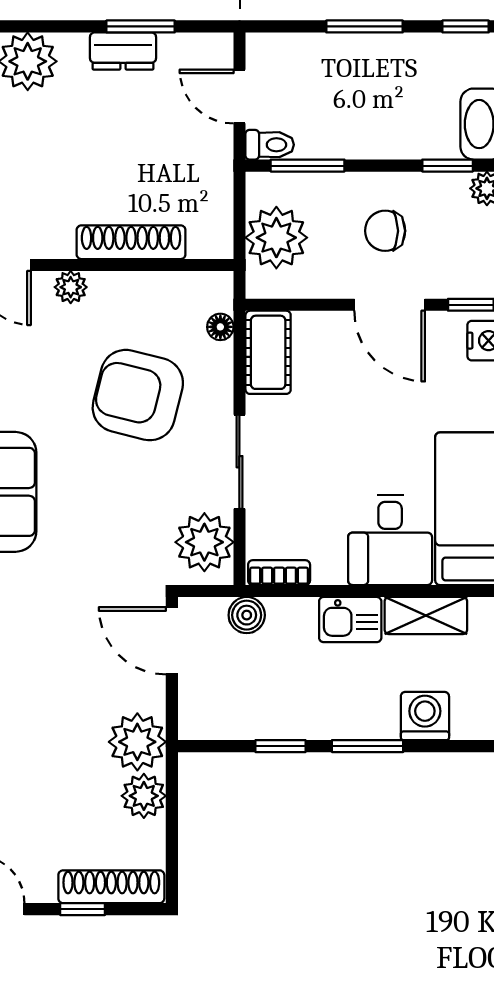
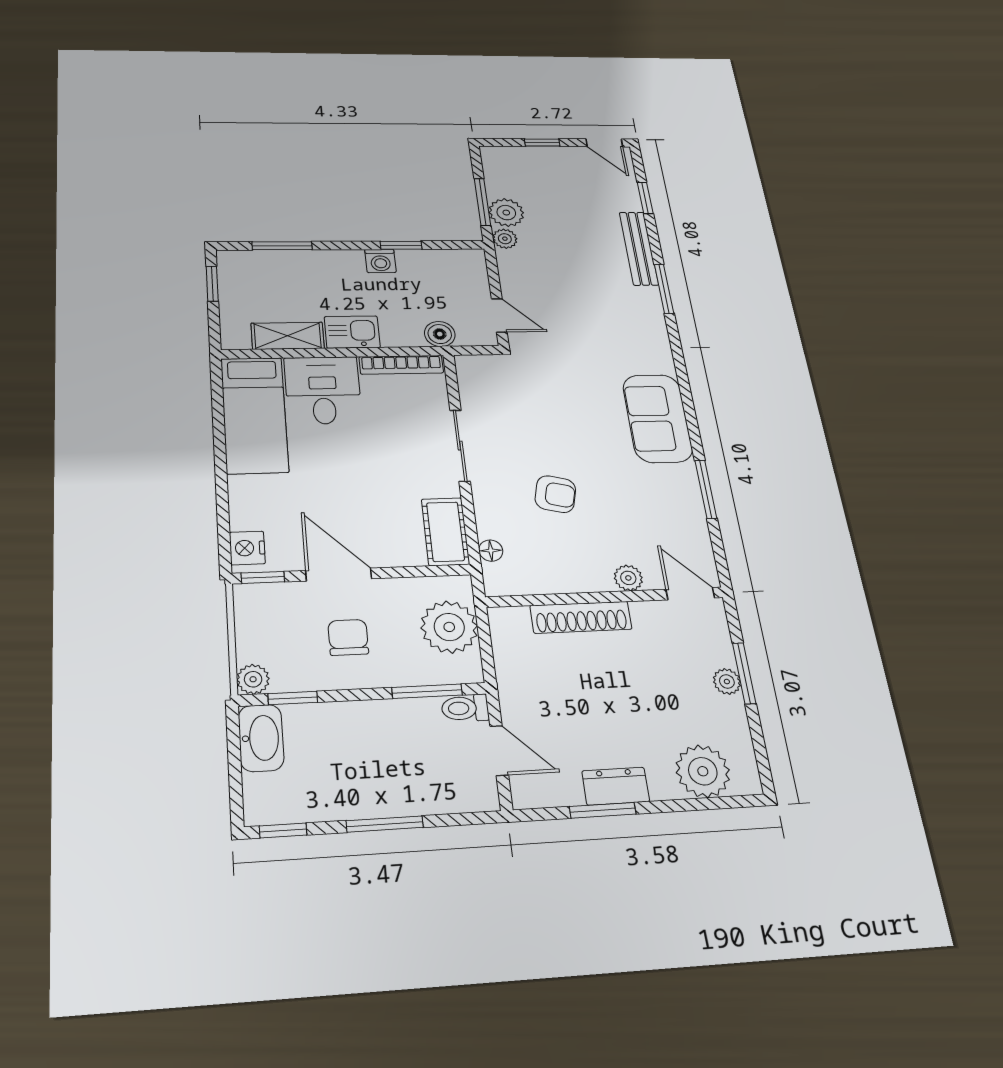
chair: (385, 231) -> (348, 637), turned -90
armchair: (138, 395) -> (555, 494), width x0.53, depth x0.53
plant: (204, 542) -> (482, 385), removed
bookcase: (279, 573) -> (401, 365), width x1.56
door: (172, 641) -> (499, 315), width x0.73
washing machine: (425, 716) -> (380, 261), moved, width x0.73, depth x0.73
plant: (137, 742) -> (505, 239), width x0.53, depth x0.53
window: (368, 746) -> (282, 246), moved
window: (172, 813) -> (482, 202), added
shoe rack: (111, 887) -> (522, 156), removed

